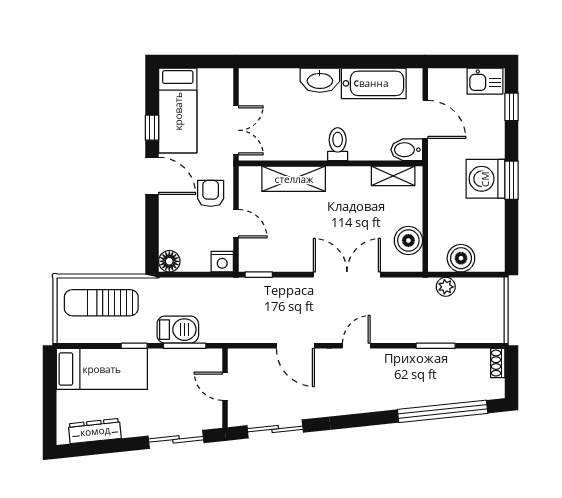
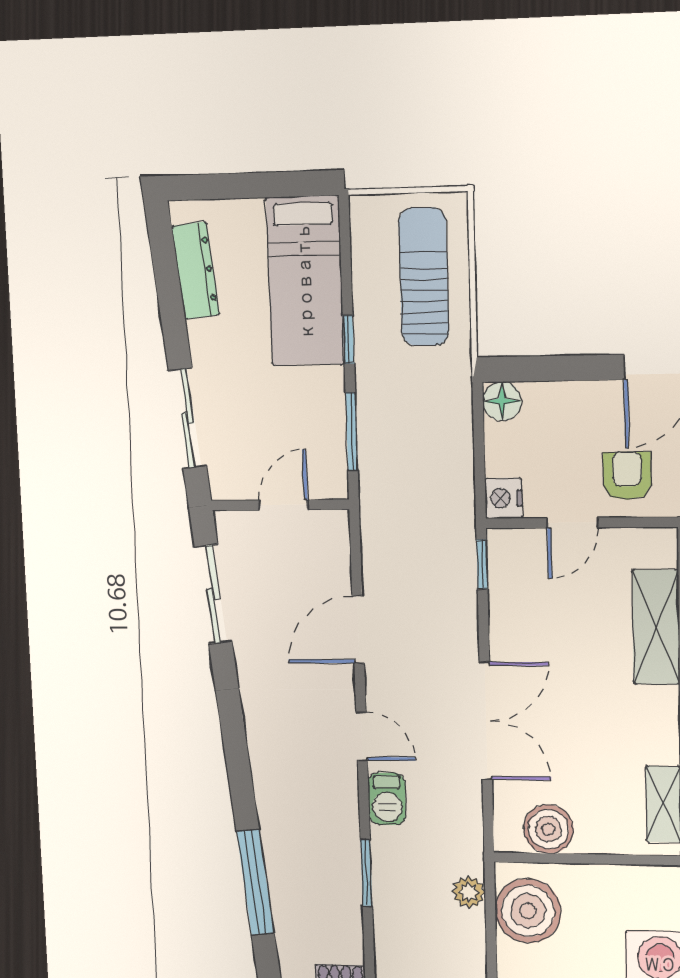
armchair: (211, 193) -> (627, 476), turned -90
boiler: (461, 258) -> (528, 911), width x1.37, depth x1.37
barbecue: (178, 330) -> (387, 799), moved, width x0.73, depth x0.79
window: (443, 411) -> (255, 882), width x0.68

